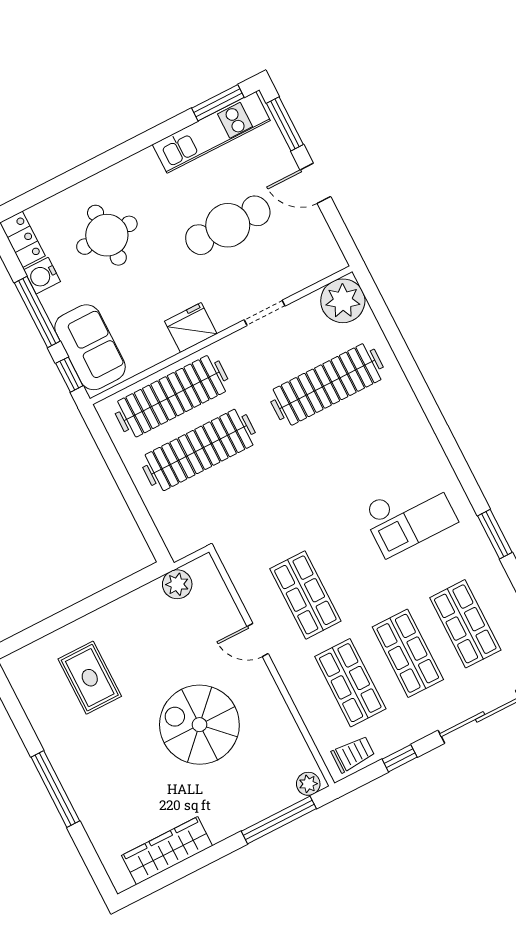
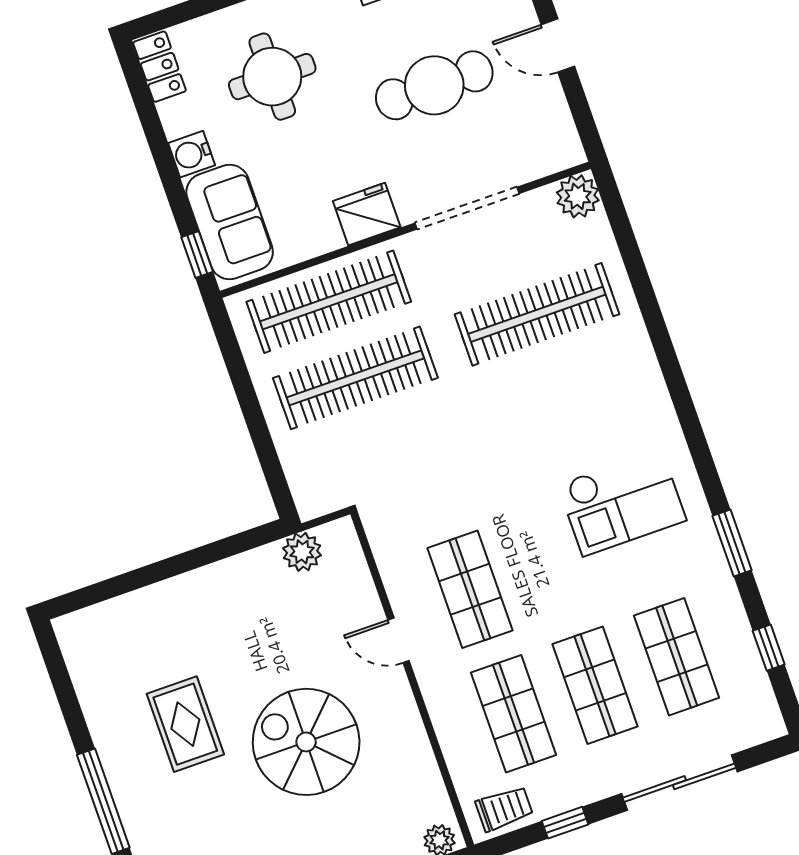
water cooler: (42, 276) -> (192, 154), moved
plant: (343, 301) -> (578, 196), width x0.73, depth x0.73
window: (37, 312) -> (166, 166), removed
doorway: (265, 313) -> (467, 208), width x1.88
rug: (90, 678) -> (185, 724), moved

